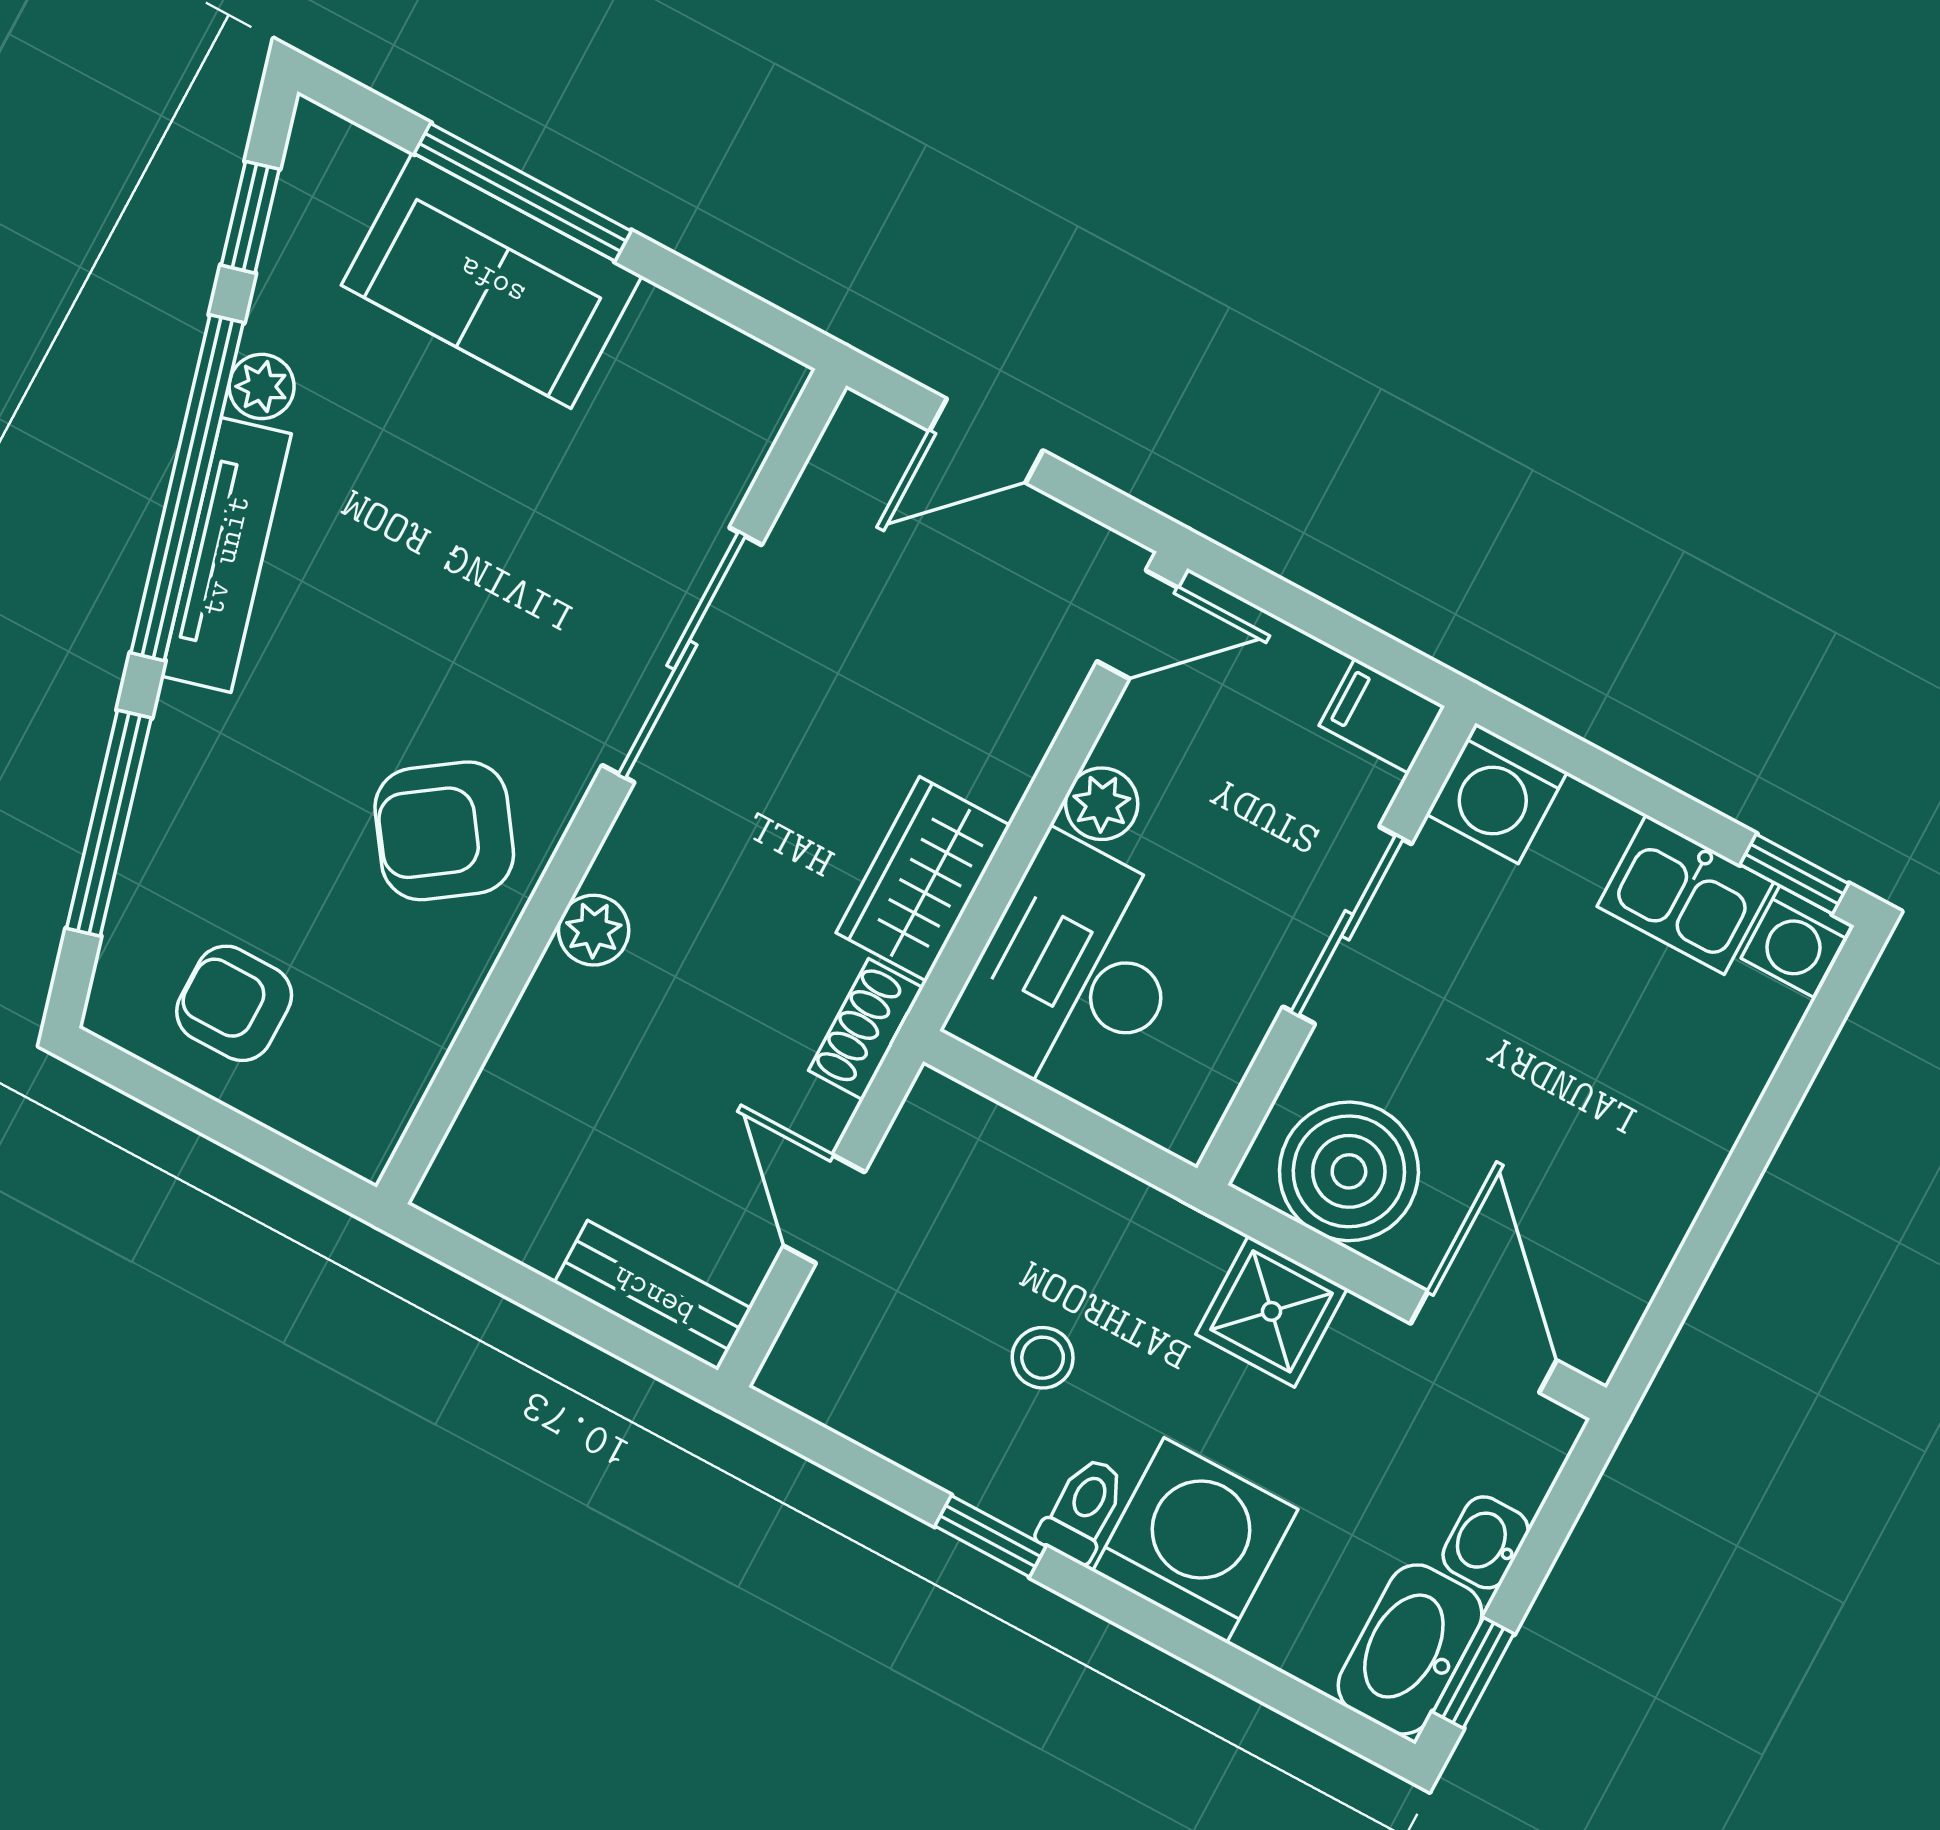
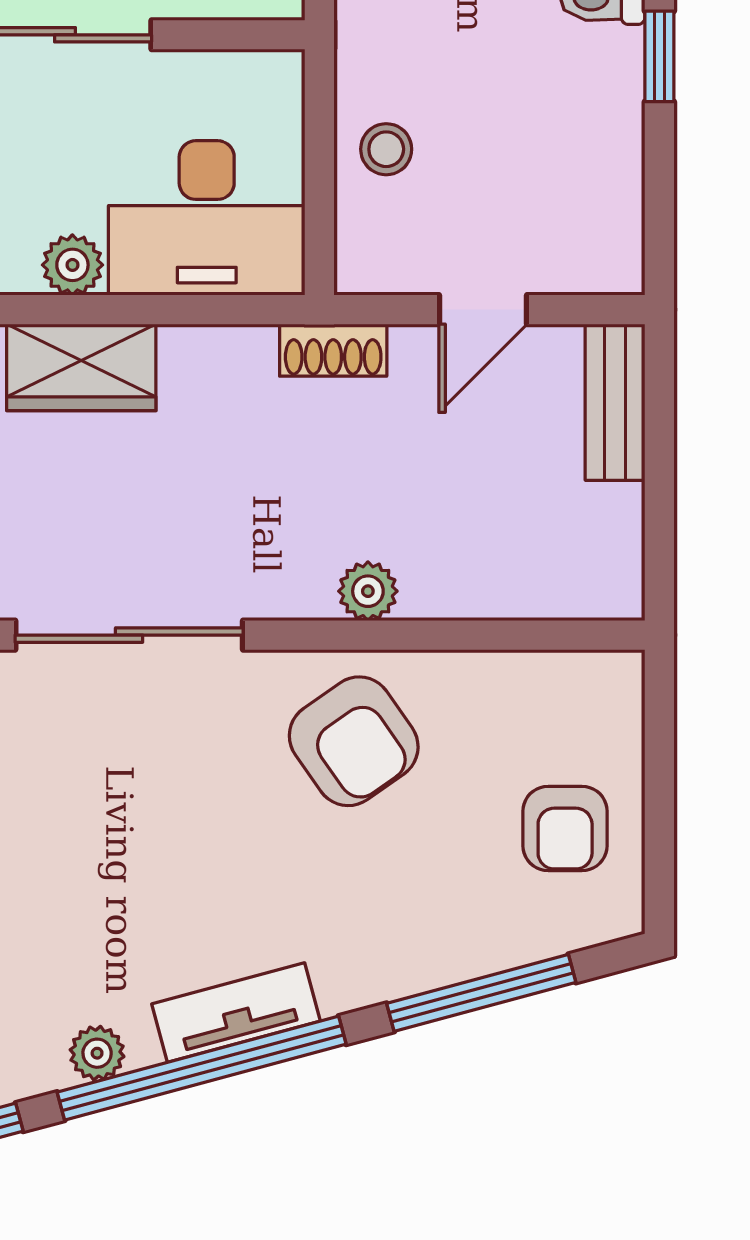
tv unit: (226, 555) -> (236, 1013), width x0.71
wardrobe: (923, 879) -> (81, 367), moved
stool: (1043, 1358) -> (386, 149), moved

